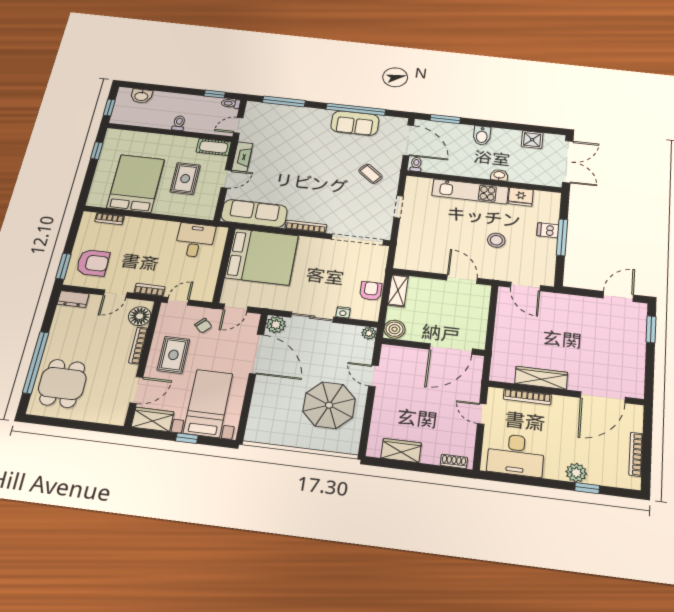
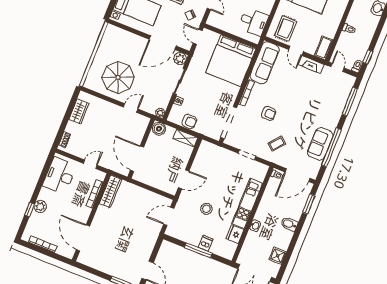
rug: (185, 179) -> (286, 28), moved, turned 90
armchair: (329, 193) -> (269, 114), added
wardrobe: (541, 378) -> (110, 191), moved

